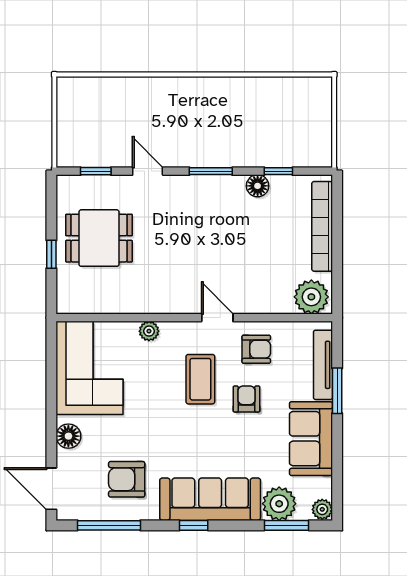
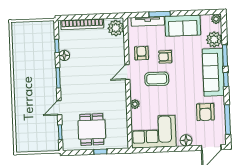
window: (287, 525) -> (225, 55), moved

